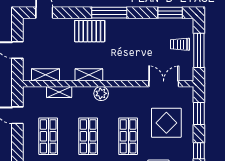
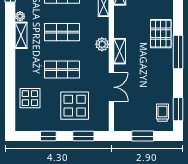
trolley: (180, 44) -> (162, 113), moved
window: (199, 50) -> (143, 136), width x0.69
shelving: (89, 75) -> (120, 51), moved
double door: (164, 84) -> (111, 87), moved

